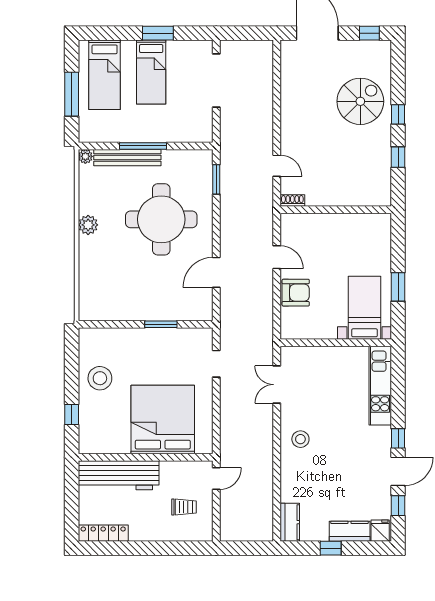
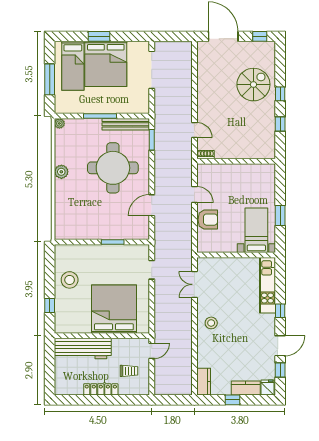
window: (158, 33) -> (99, 36), moved
bed: (151, 72) -> (106, 64), width x2.04
bench: (127, 158) -> (126, 124), moved
window: (398, 438) -> (280, 311), moved
locker: (103, 533) -> (101, 389), moved

